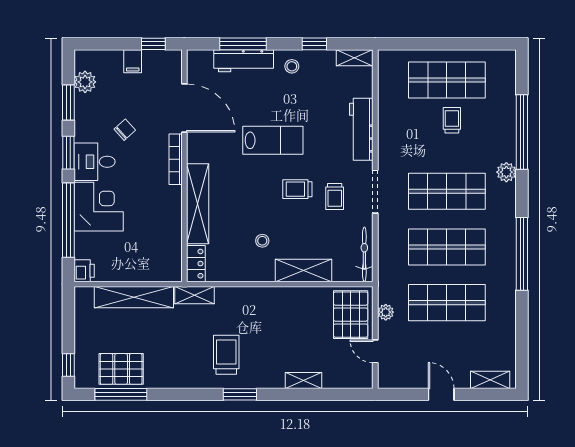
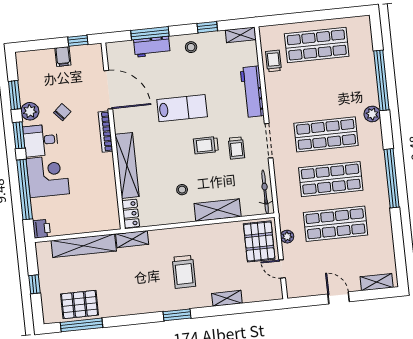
workbench: (244, 61) -> (152, 47), width x0.73
plant: (85, 82) -> (30, 111), moved
trolley: (452, 120) -> (273, 61), moved
trolley: (226, 355) -> (184, 272), moved, turned 180
window: (68, 365) -> (35, 284), moved

